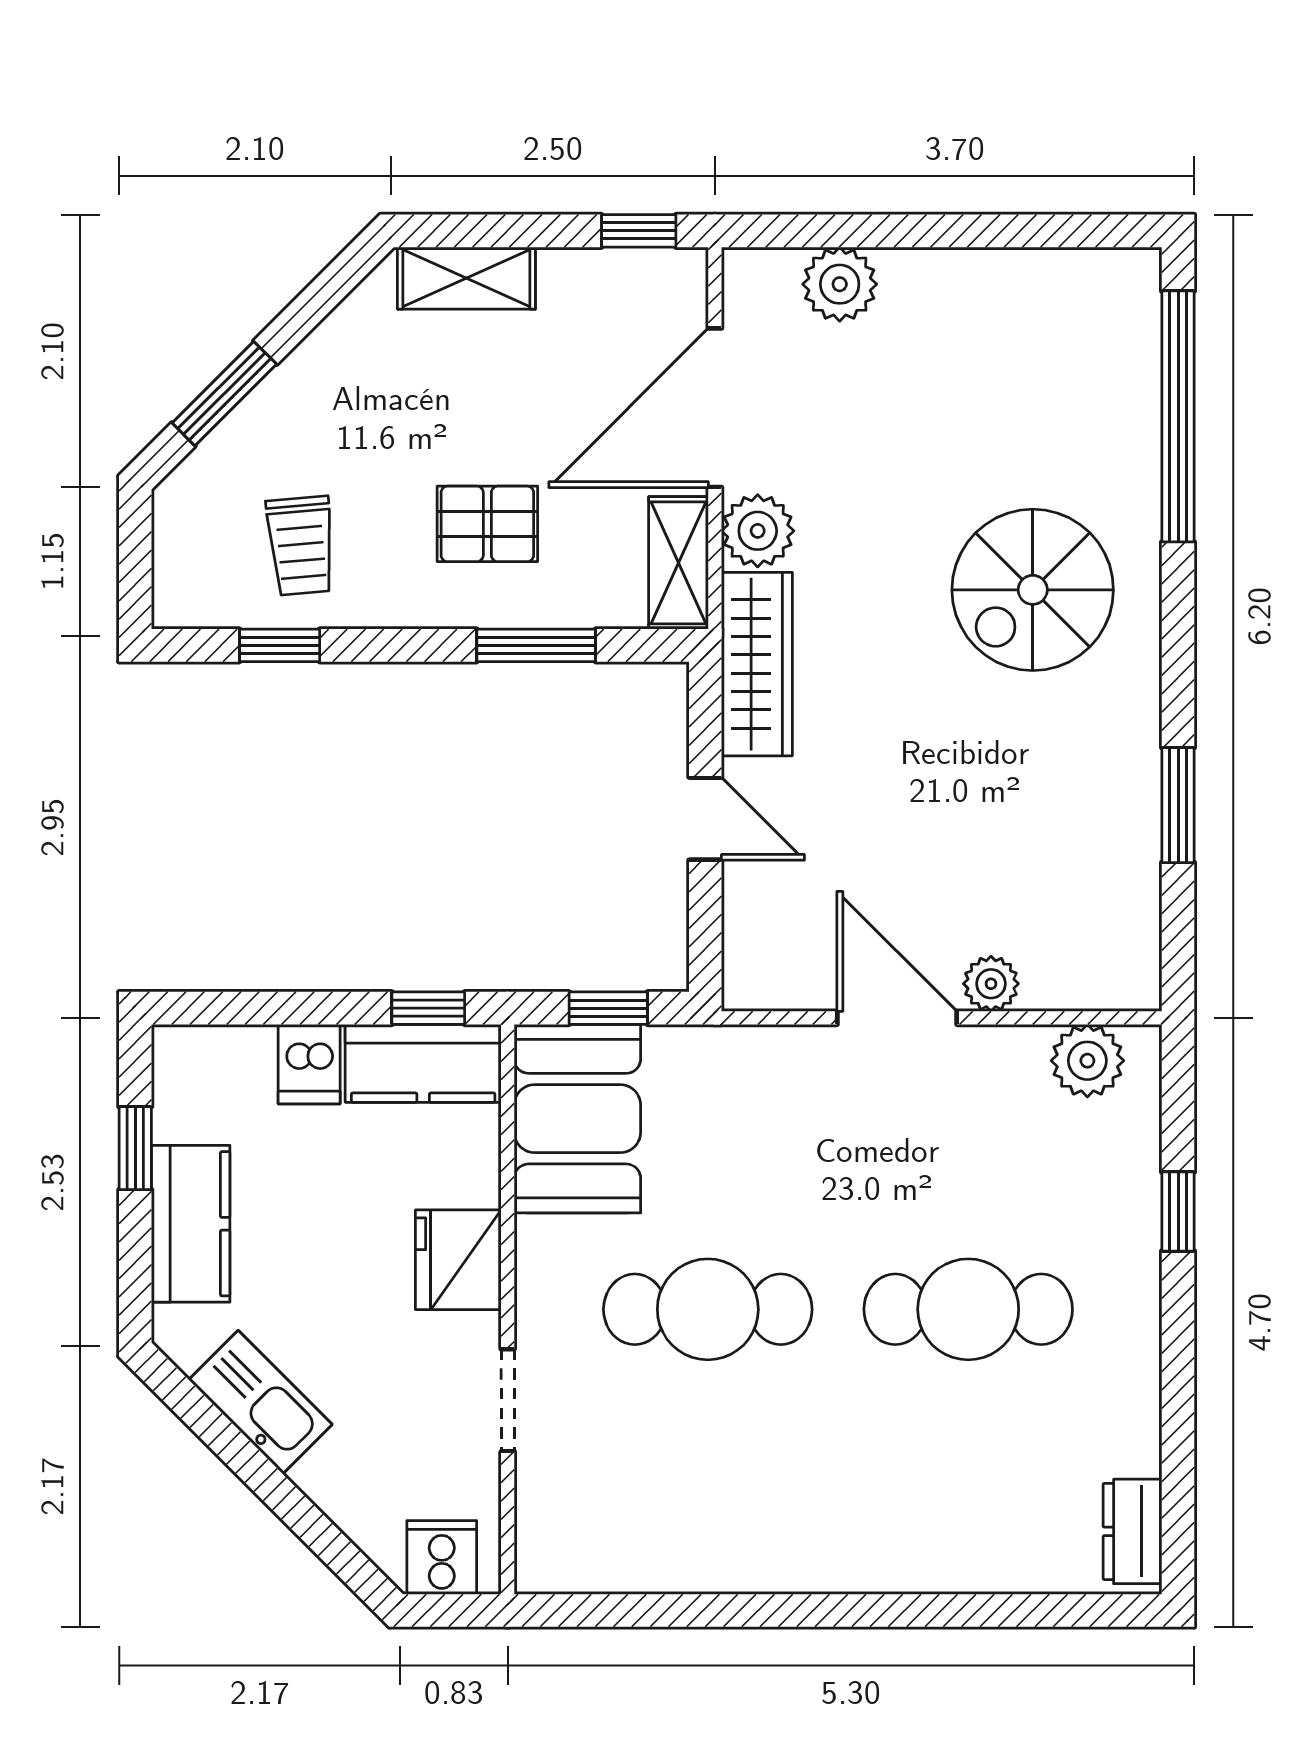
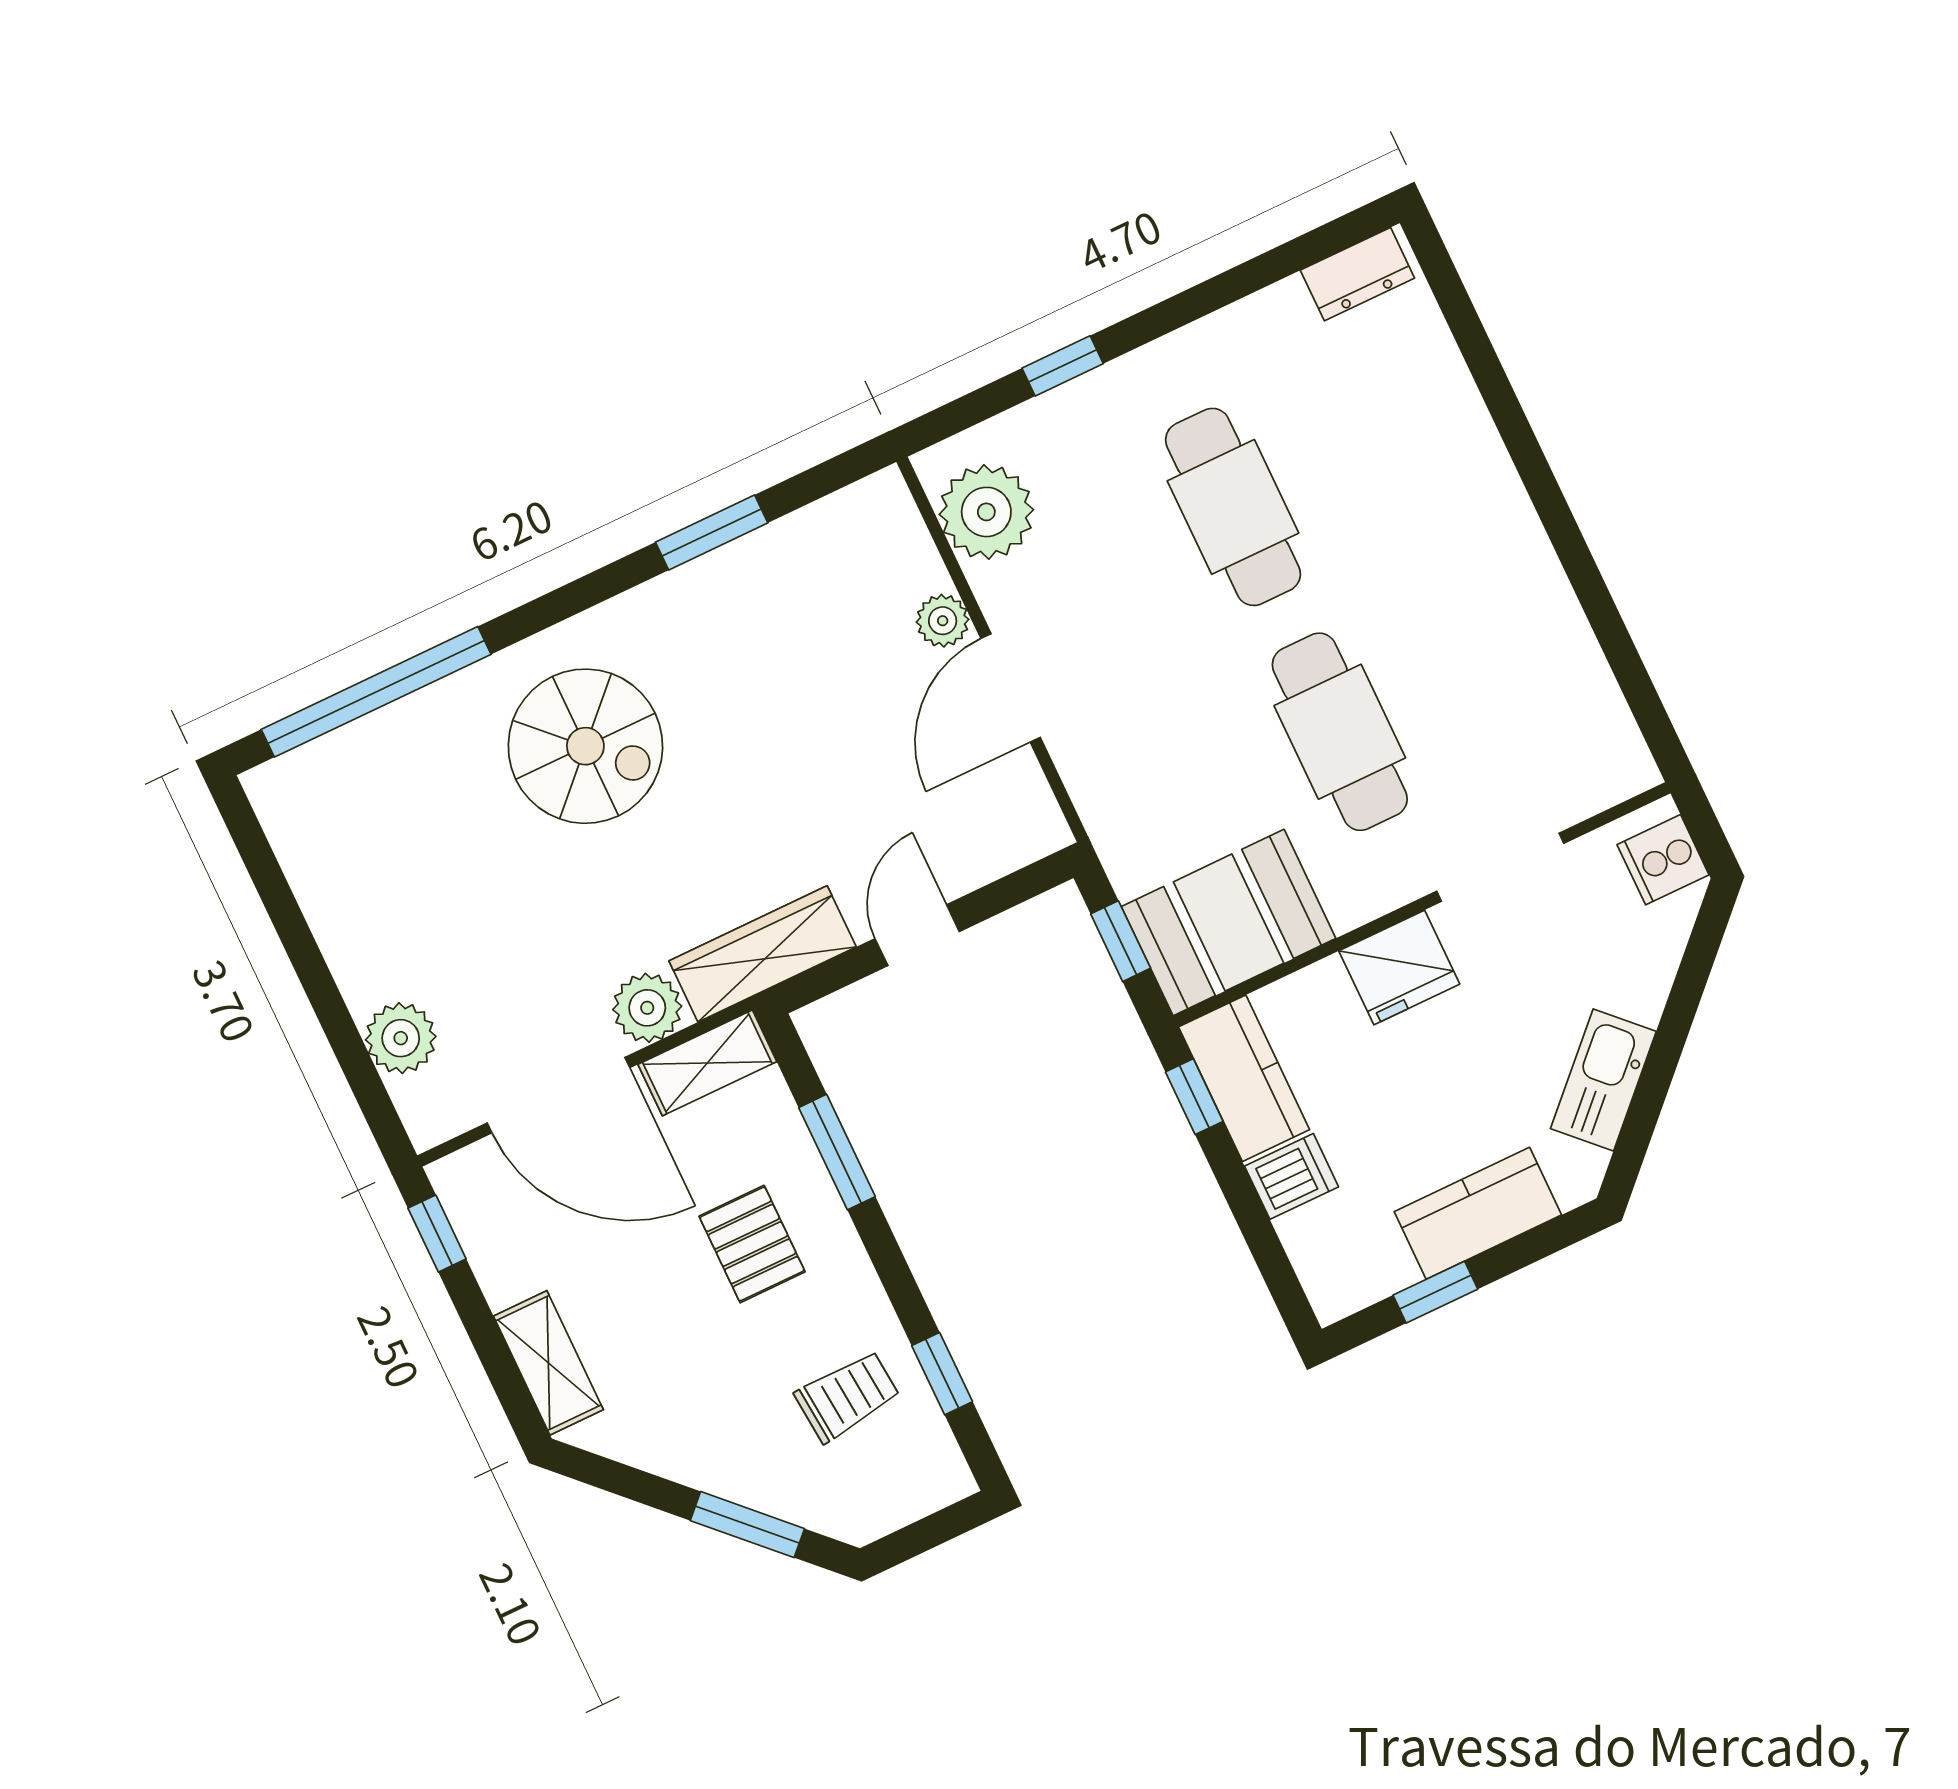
plant: (1087, 1061) -> (986, 512), width x1.36, depth x1.36
doorway: (508, 1400) -> (1500, 867), width x1.38

